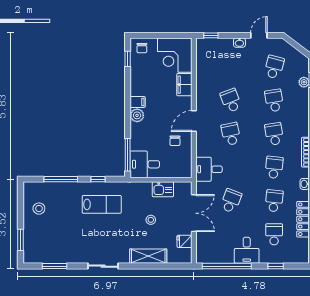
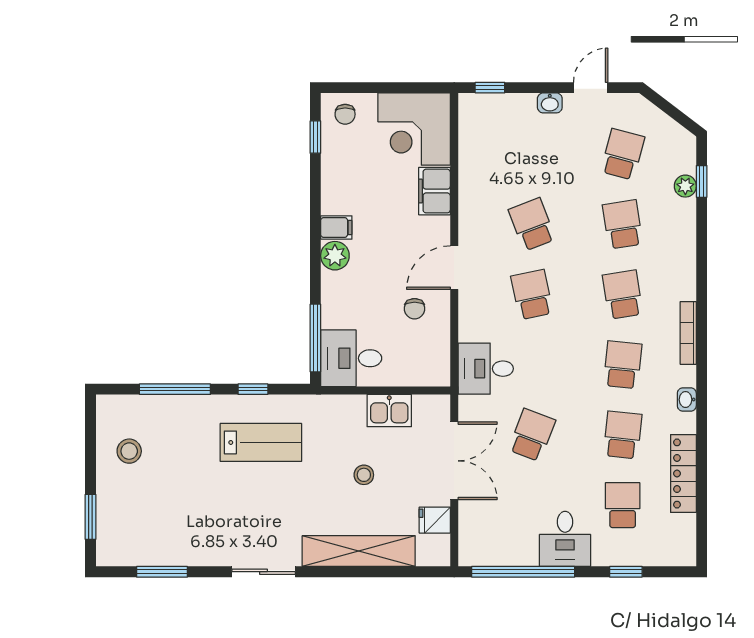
shelving: (148, 256) -> (359, 551), width x1.47

